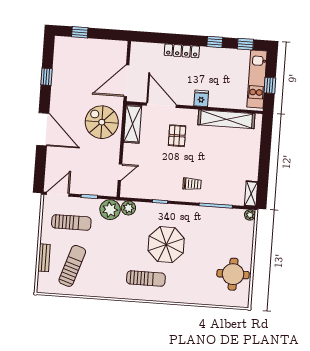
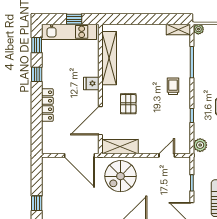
pallet: (177, 136) -> (128, 104), turned 90
door: (120, 172) -> (167, 155), hinge flipped
plant: (110, 210) -> (203, 162), removed

